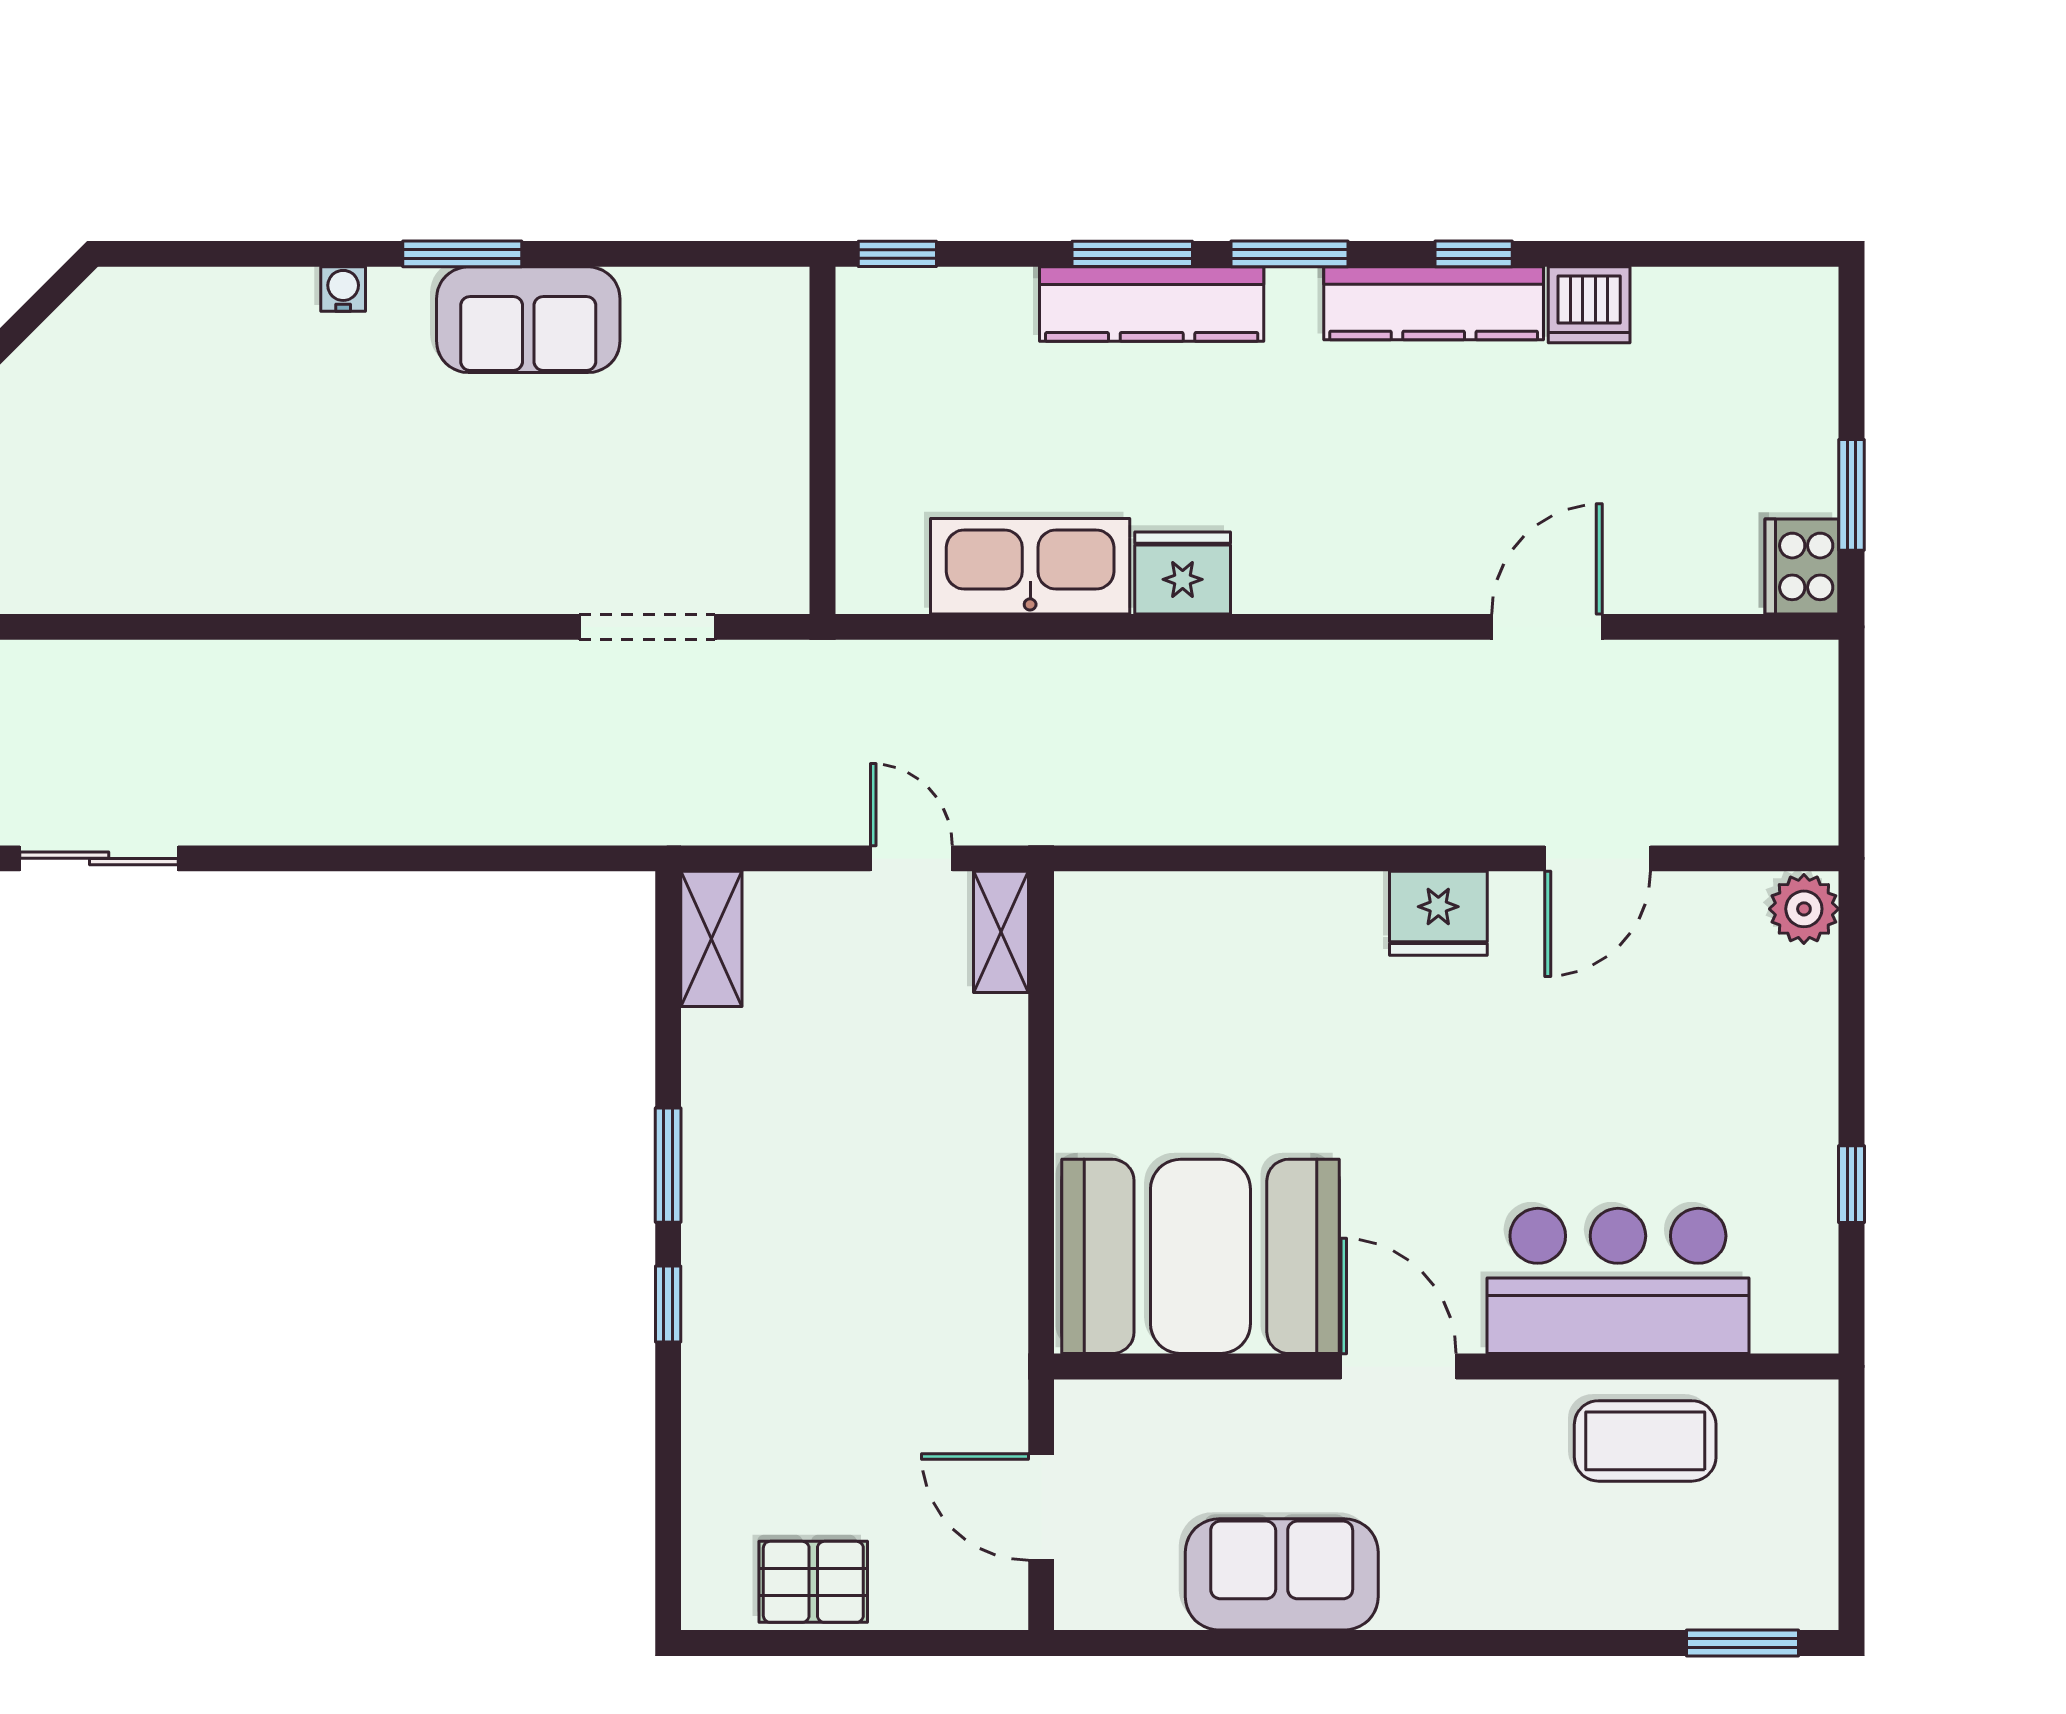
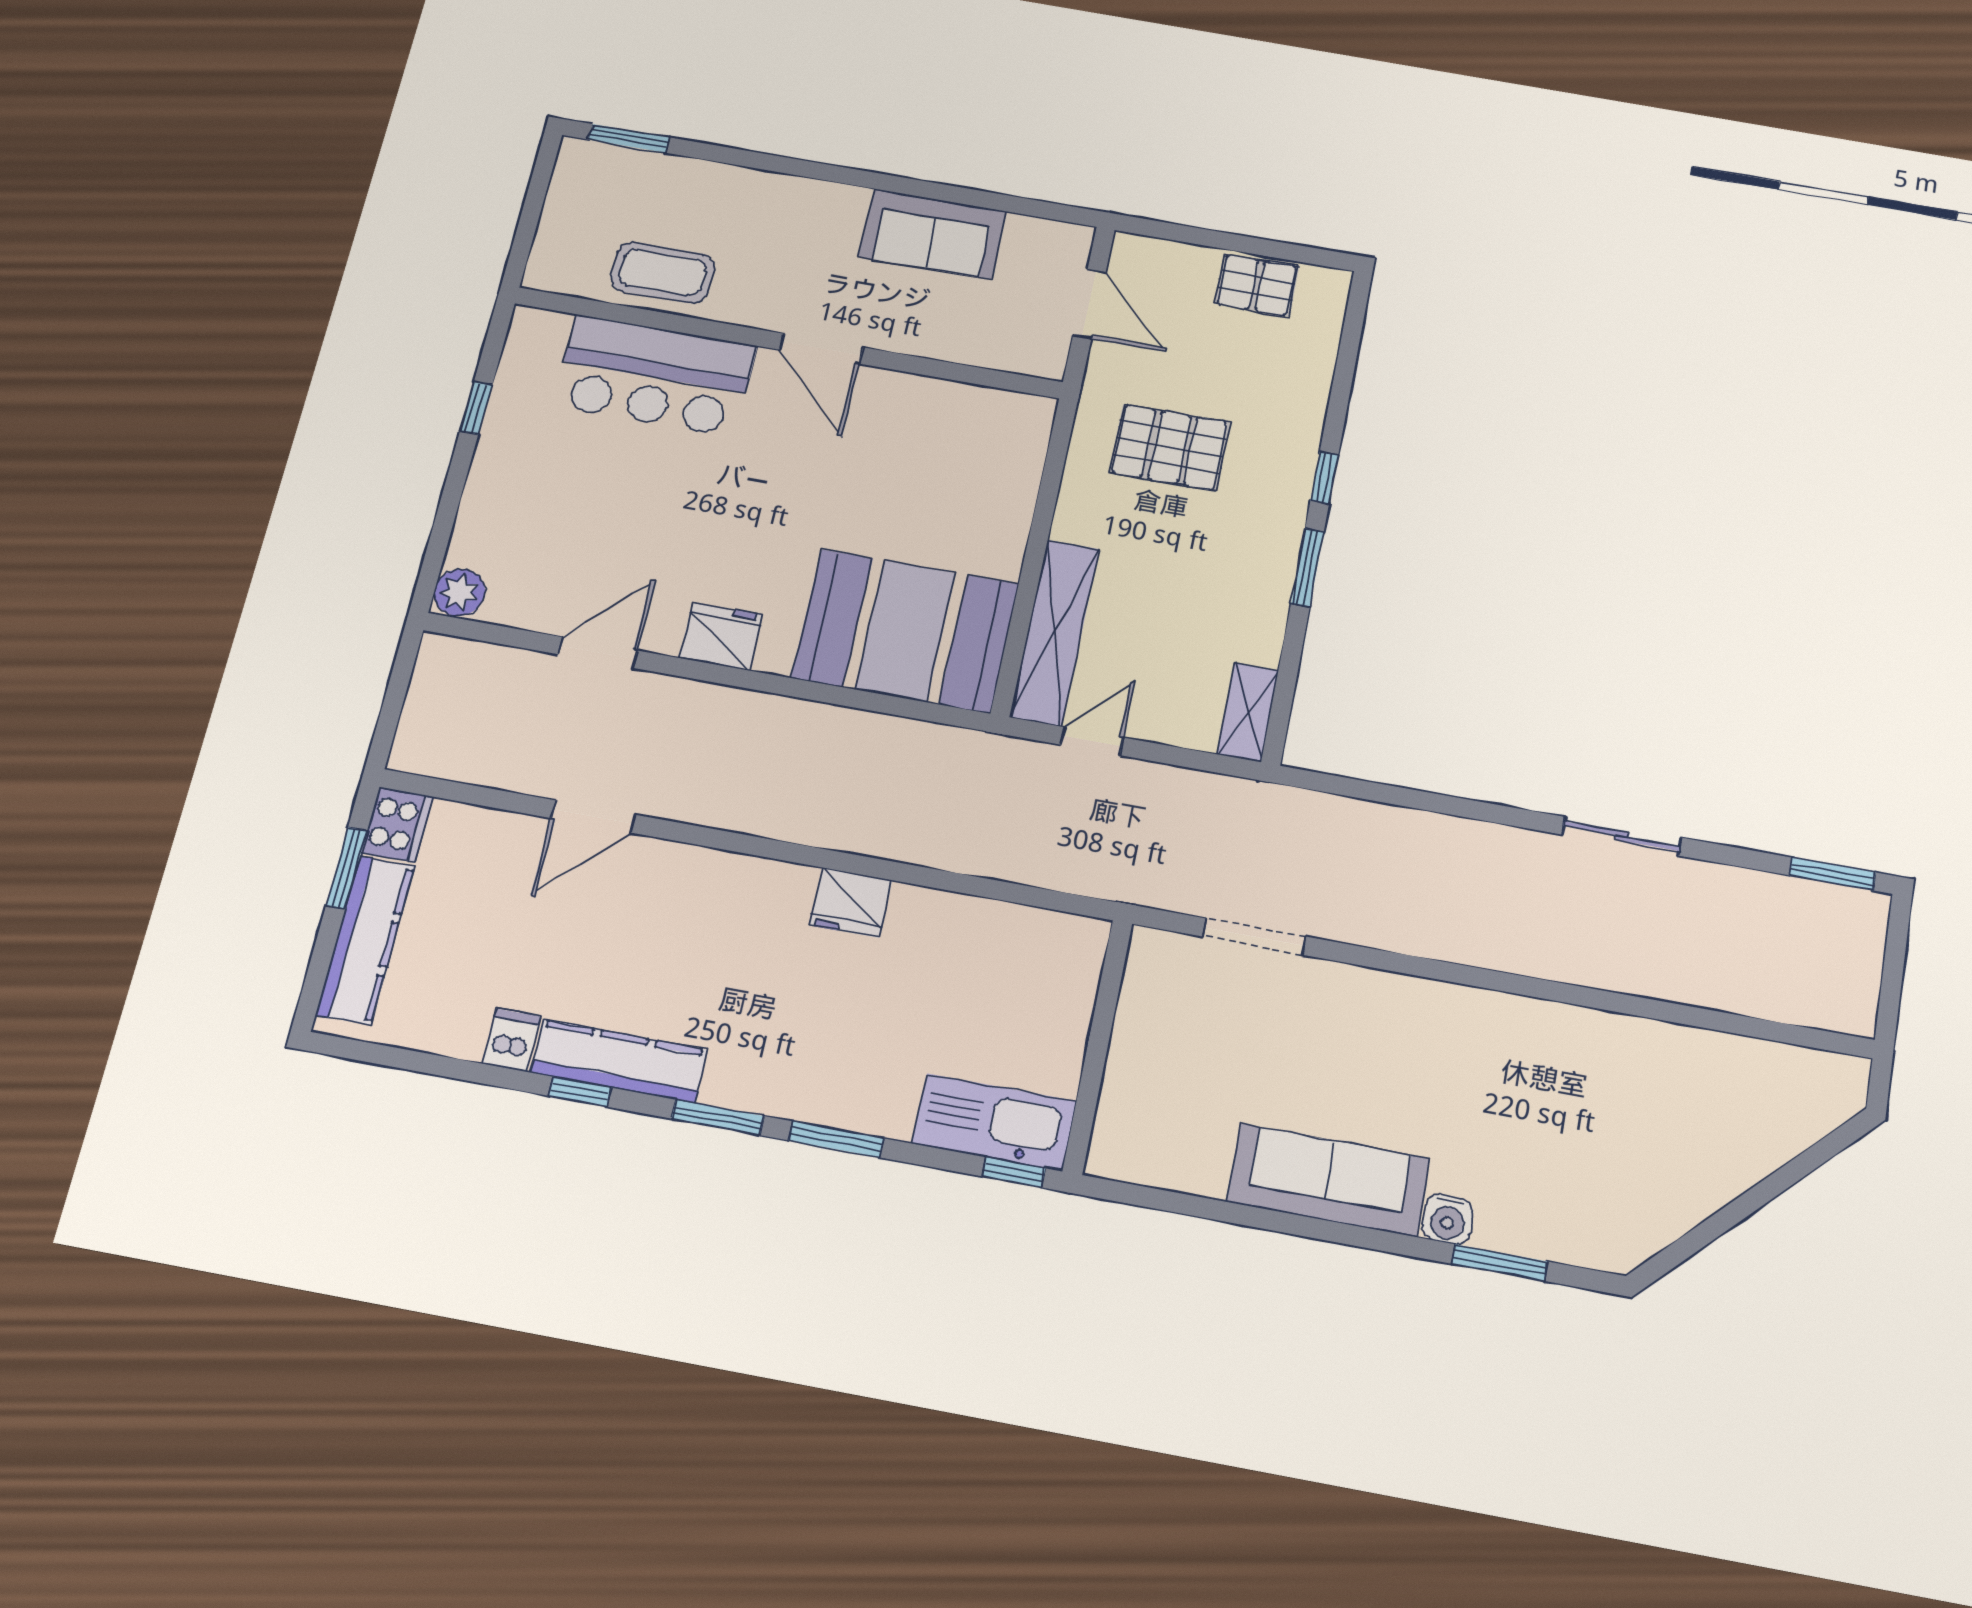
window: (462, 254) -> (1500, 1263), moved
water cooler: (343, 289) -> (1448, 1219), width x1.38, depth x1.38
kitchen counter: (1152, 304) -> (365, 940), moved, turned 90
dishwasher: (1589, 305) -> (512, 1040), width x0.73
sofa: (528, 320) -> (1328, 1180), width x1.36
kitchen sink: (1030, 566) -> (995, 1122), moved, turned 180
sliding door: (99, 858) -> (1622, 836), moved
door: (911, 858) -> (1092, 741), swing flipped
shelving: (1001, 932) -> (1055, 632), width x2.20, depth x1.33
booth: (1200, 1256) -> (905, 631), moved
pallet: (889, 1309) -> (1169, 447), added

